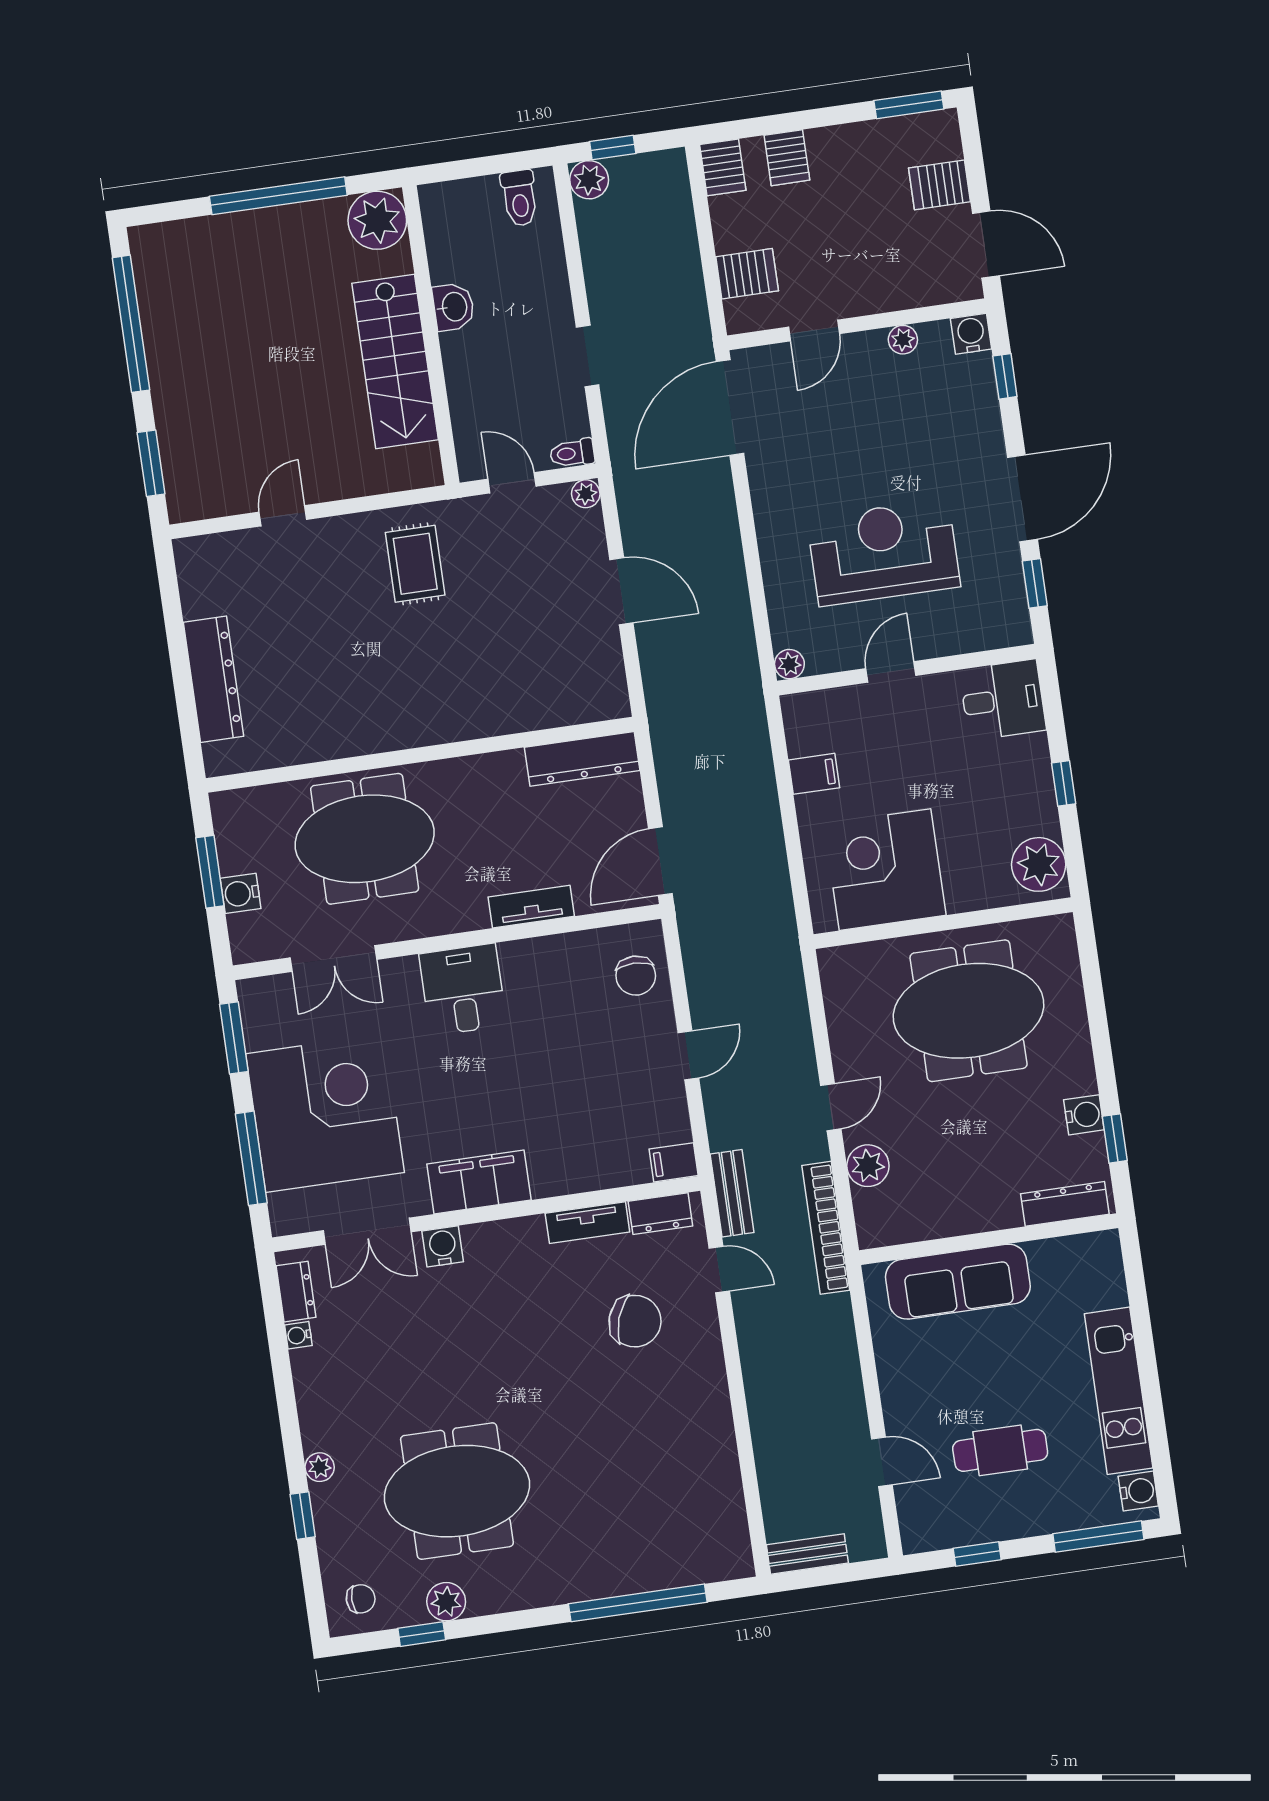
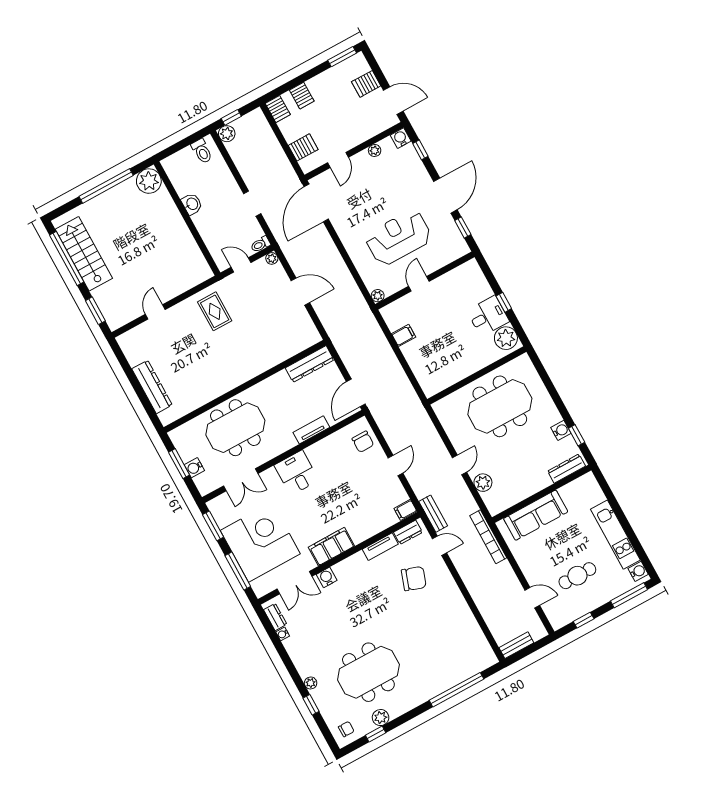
stairs: (395, 361) -> (84, 254), moved, turned 180
desk: (1003, 700) -> (488, 316), moved
corner desk: (885, 870) -> (446, 363), removed
bookcase: (826, 1228) -> (488, 537), moved

